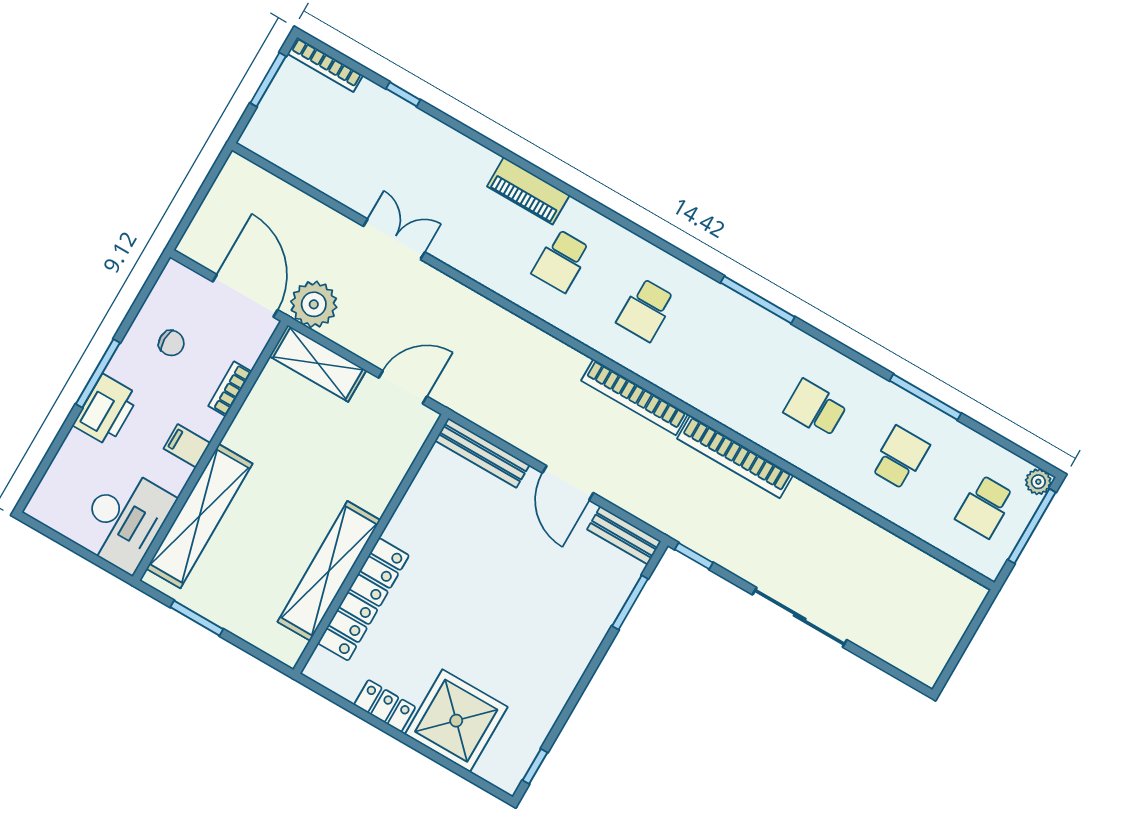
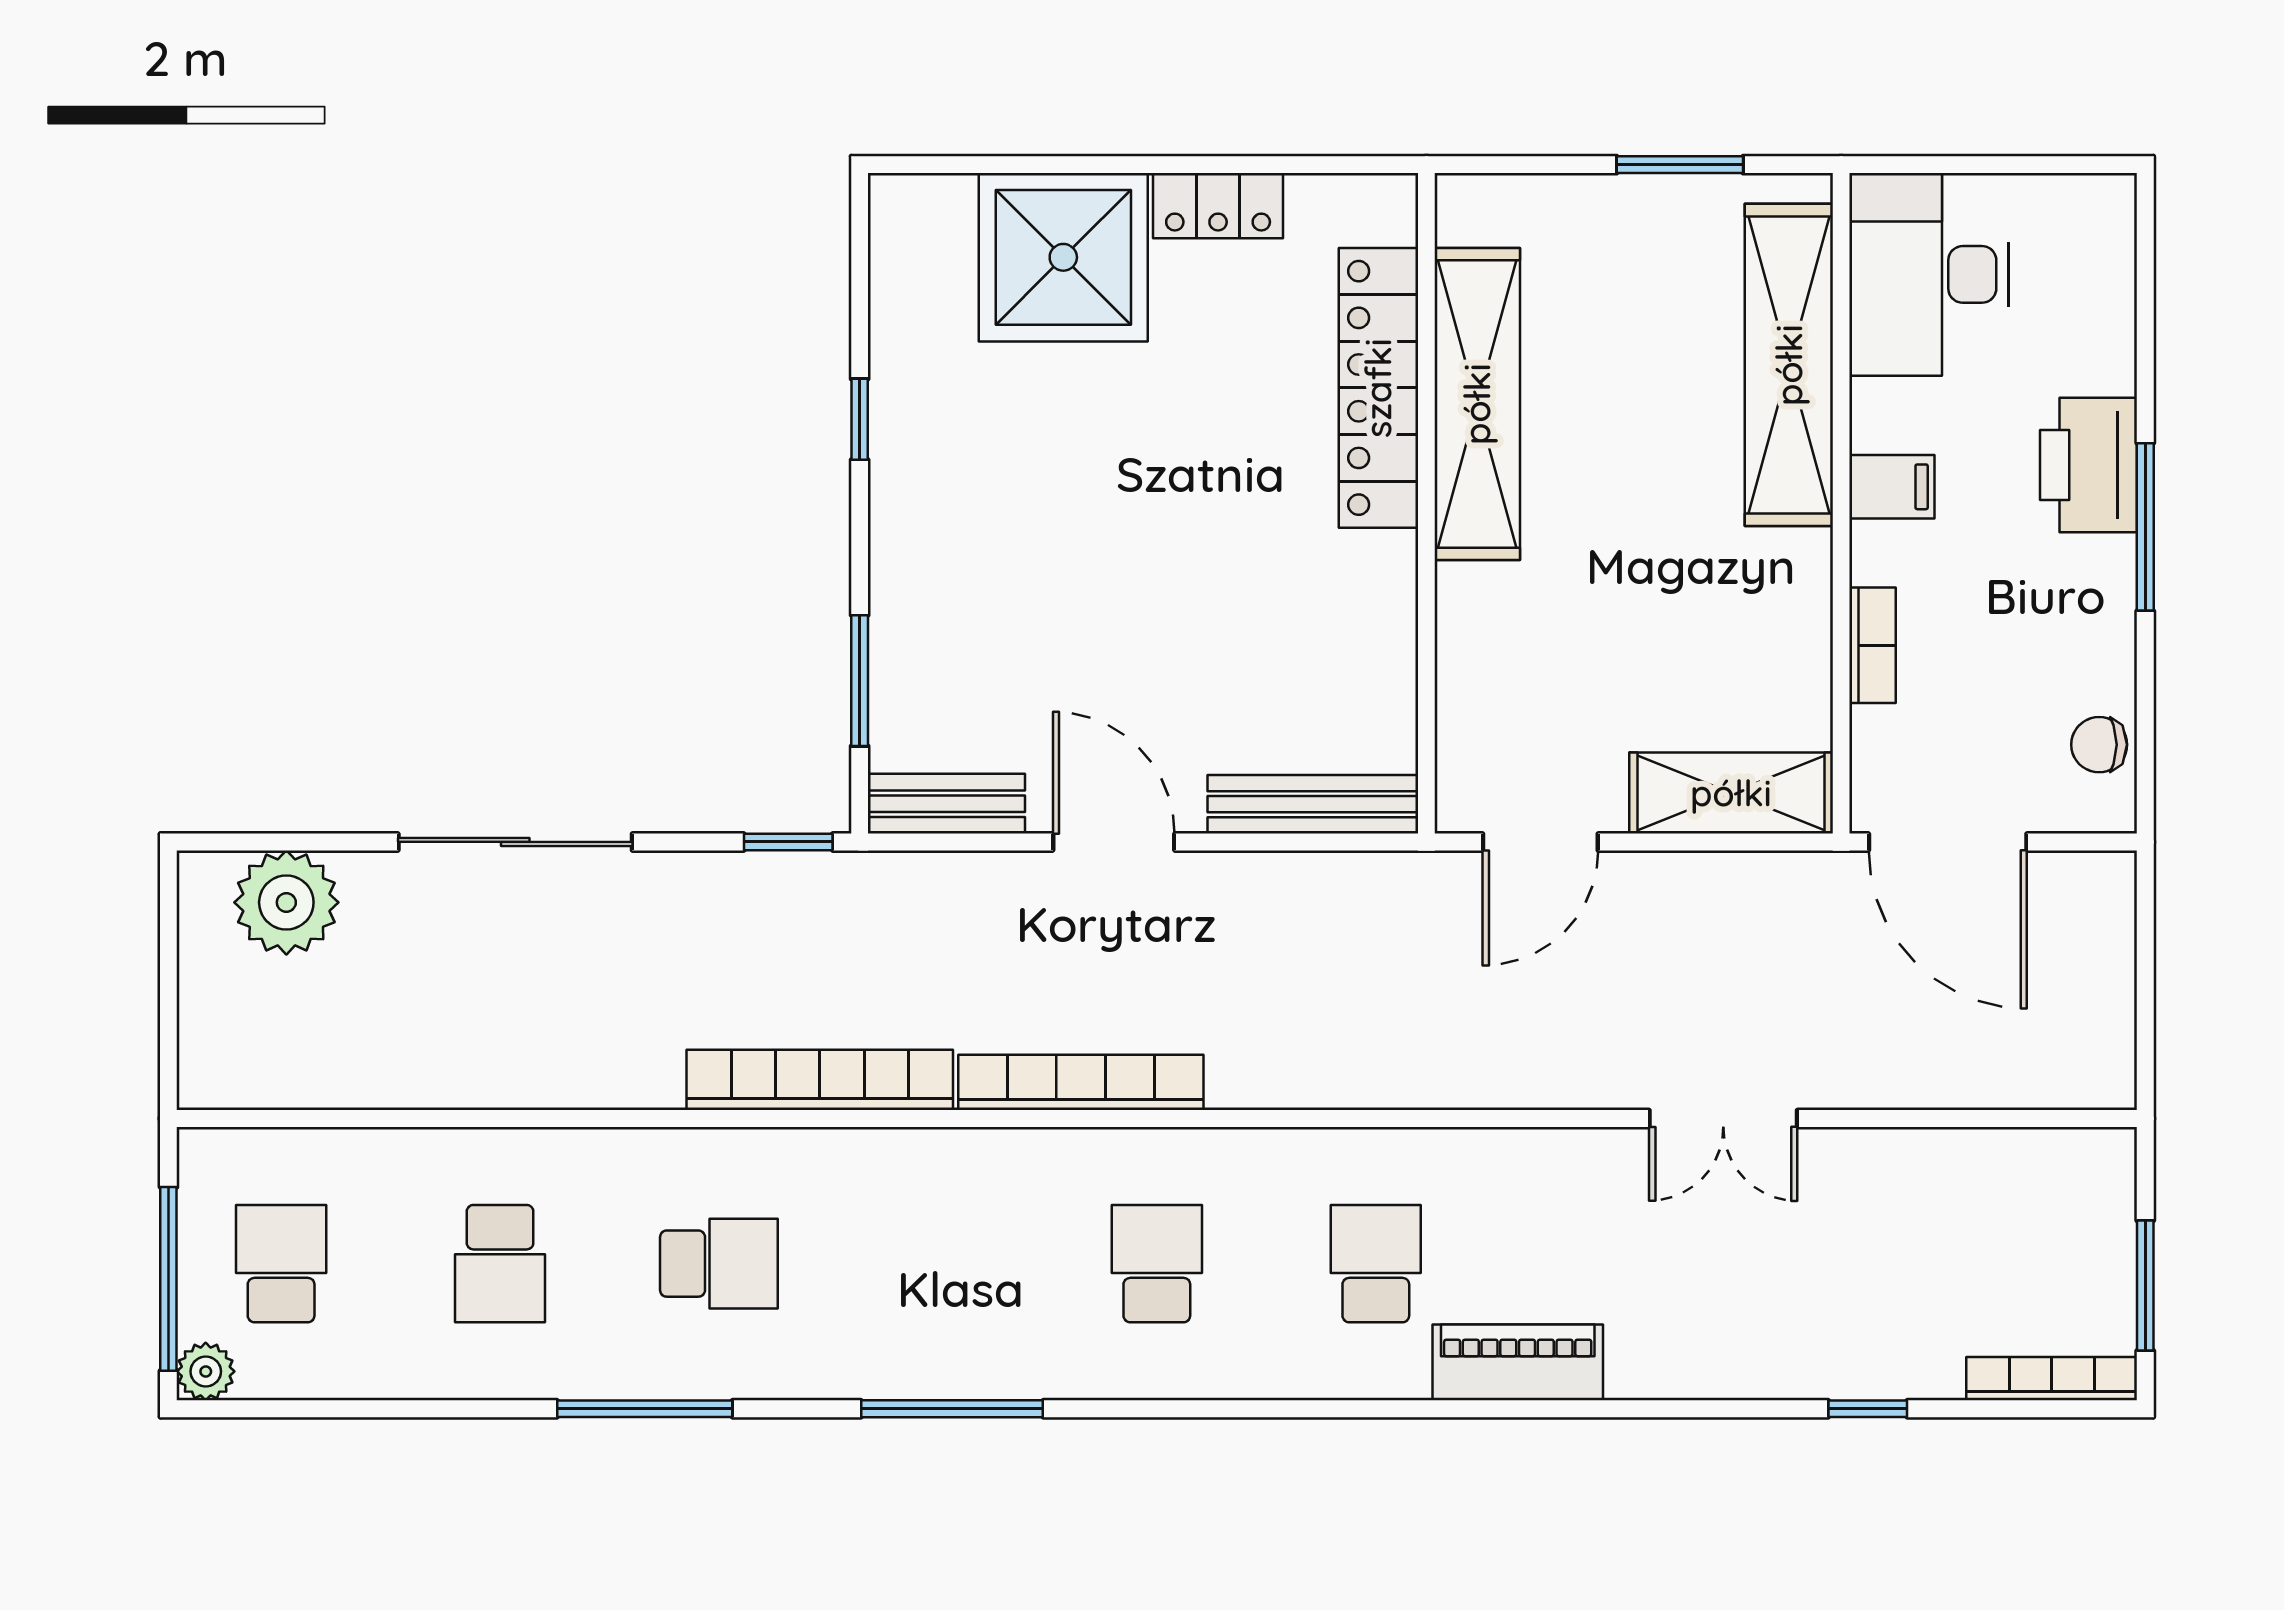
plant: (314, 304) -> (286, 902), moved
chair: (171, 343) -> (2099, 745), moved
window: (925, 397) -> (645, 1409), moved
window: (535, 766) -> (860, 419), moved

